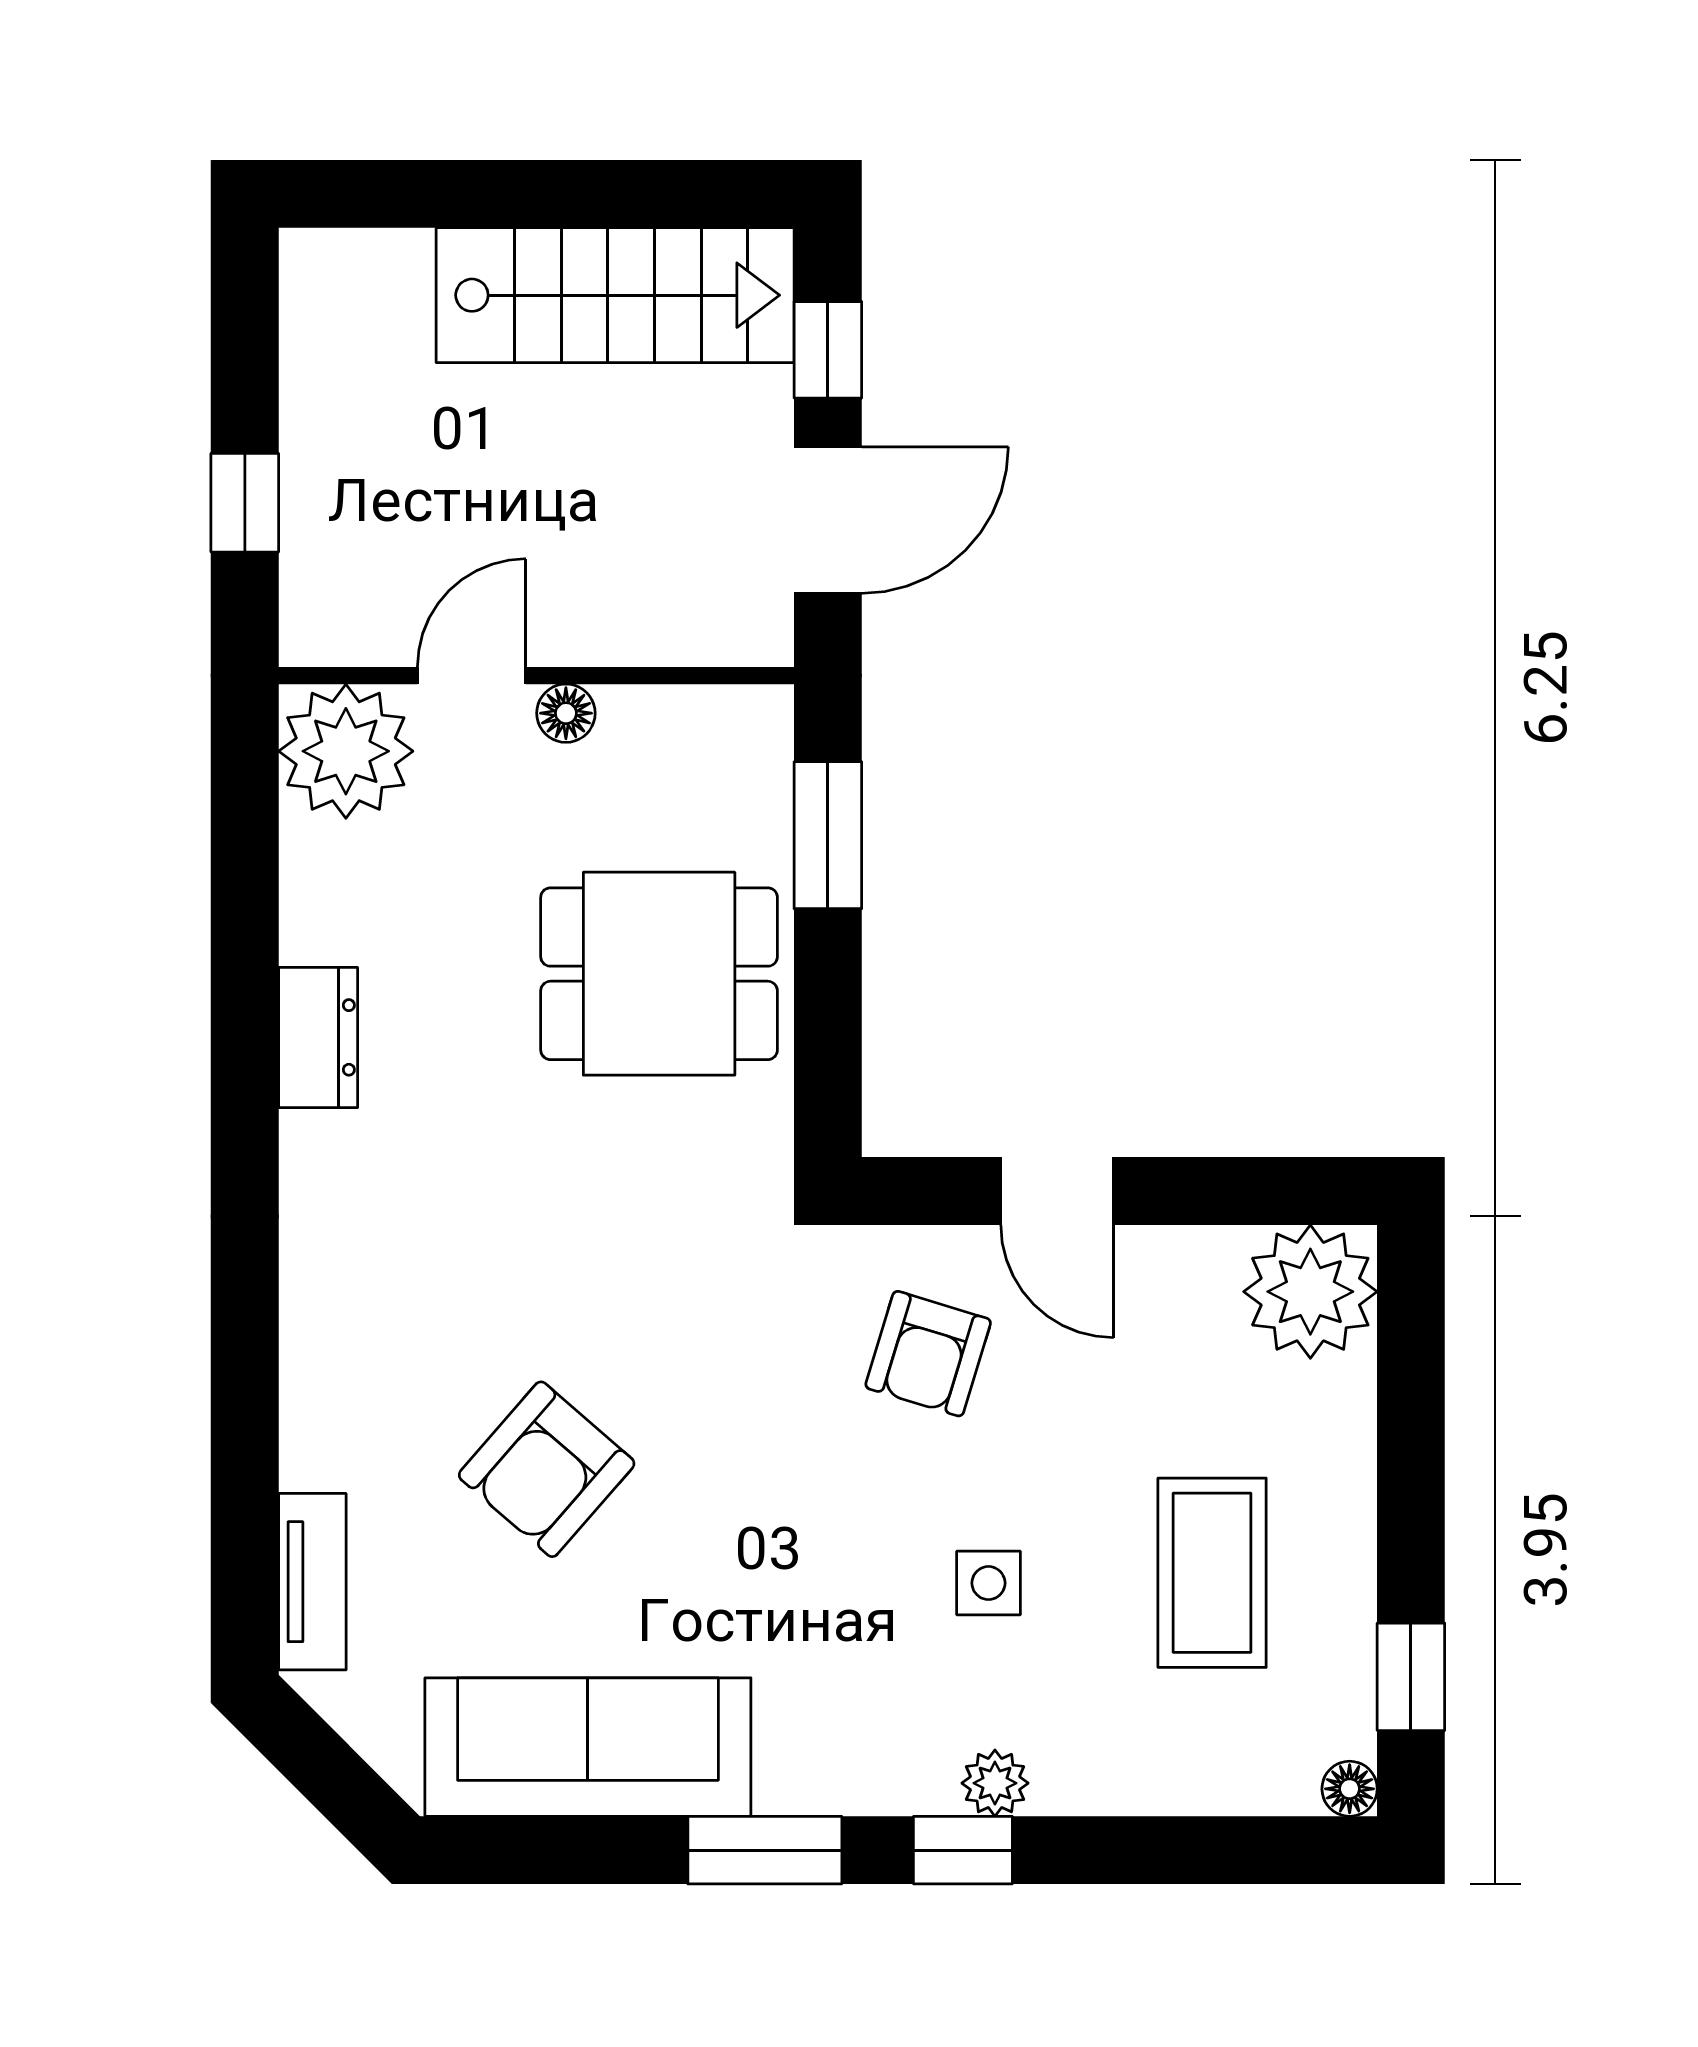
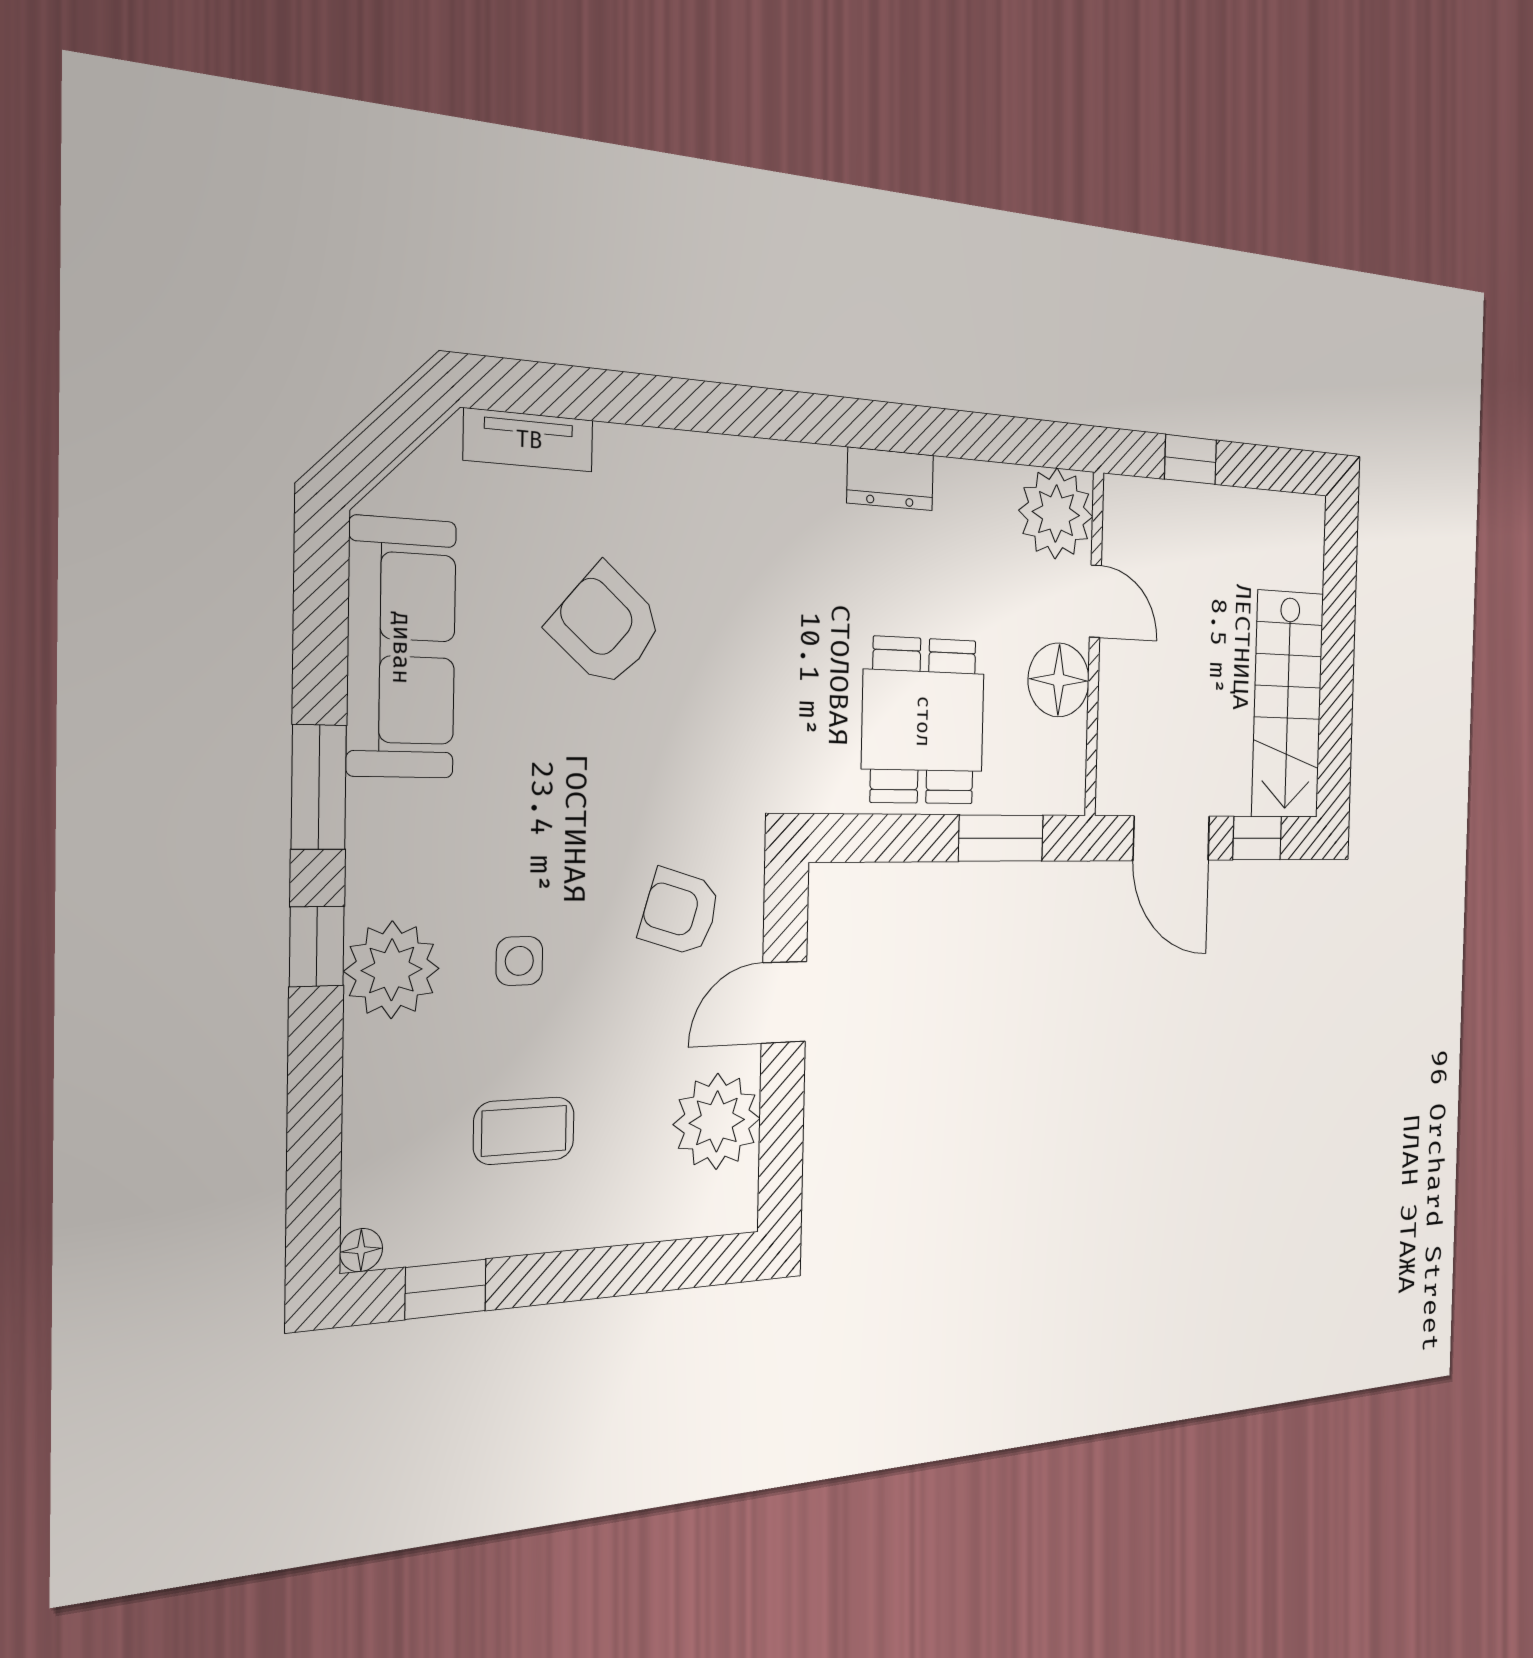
floor lamp: (566, 713) -> (1059, 680), width x1.89, depth x1.89
plant: (1310, 1292) -> (717, 1121), moved
coffee table: (1212, 1573) -> (524, 1131), width x0.73, depth x0.77
plant: (995, 1783) -> (392, 970), width x1.88, depth x1.88

